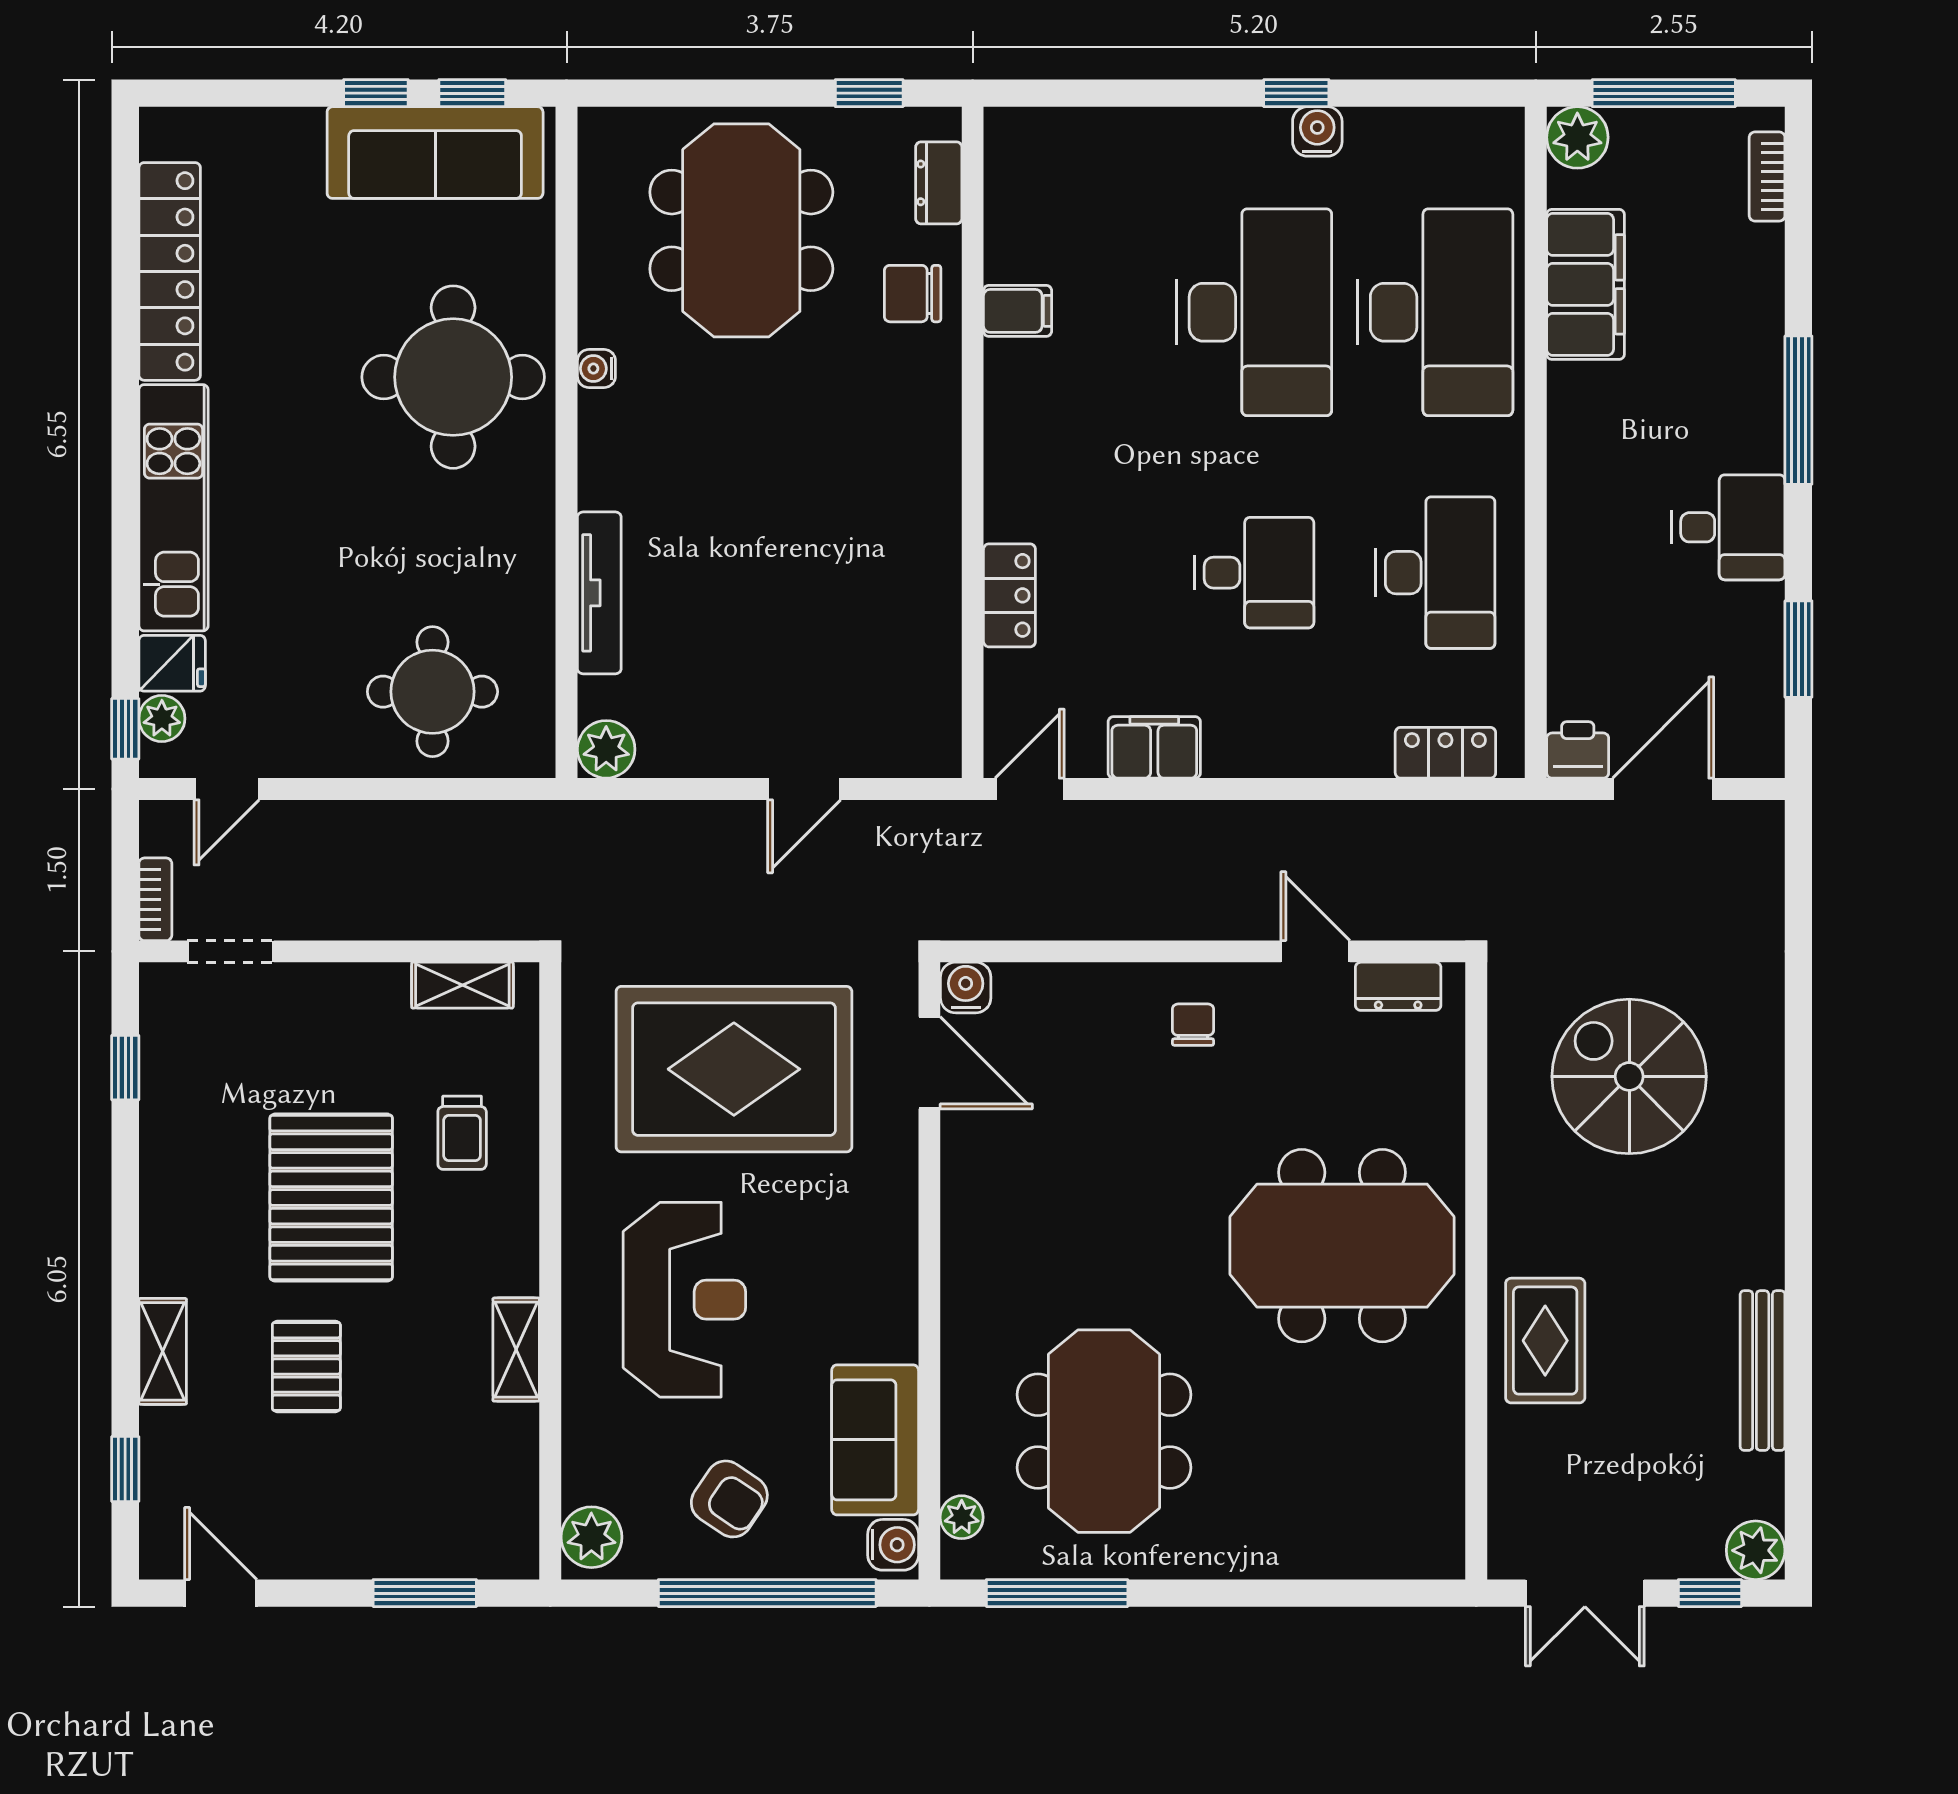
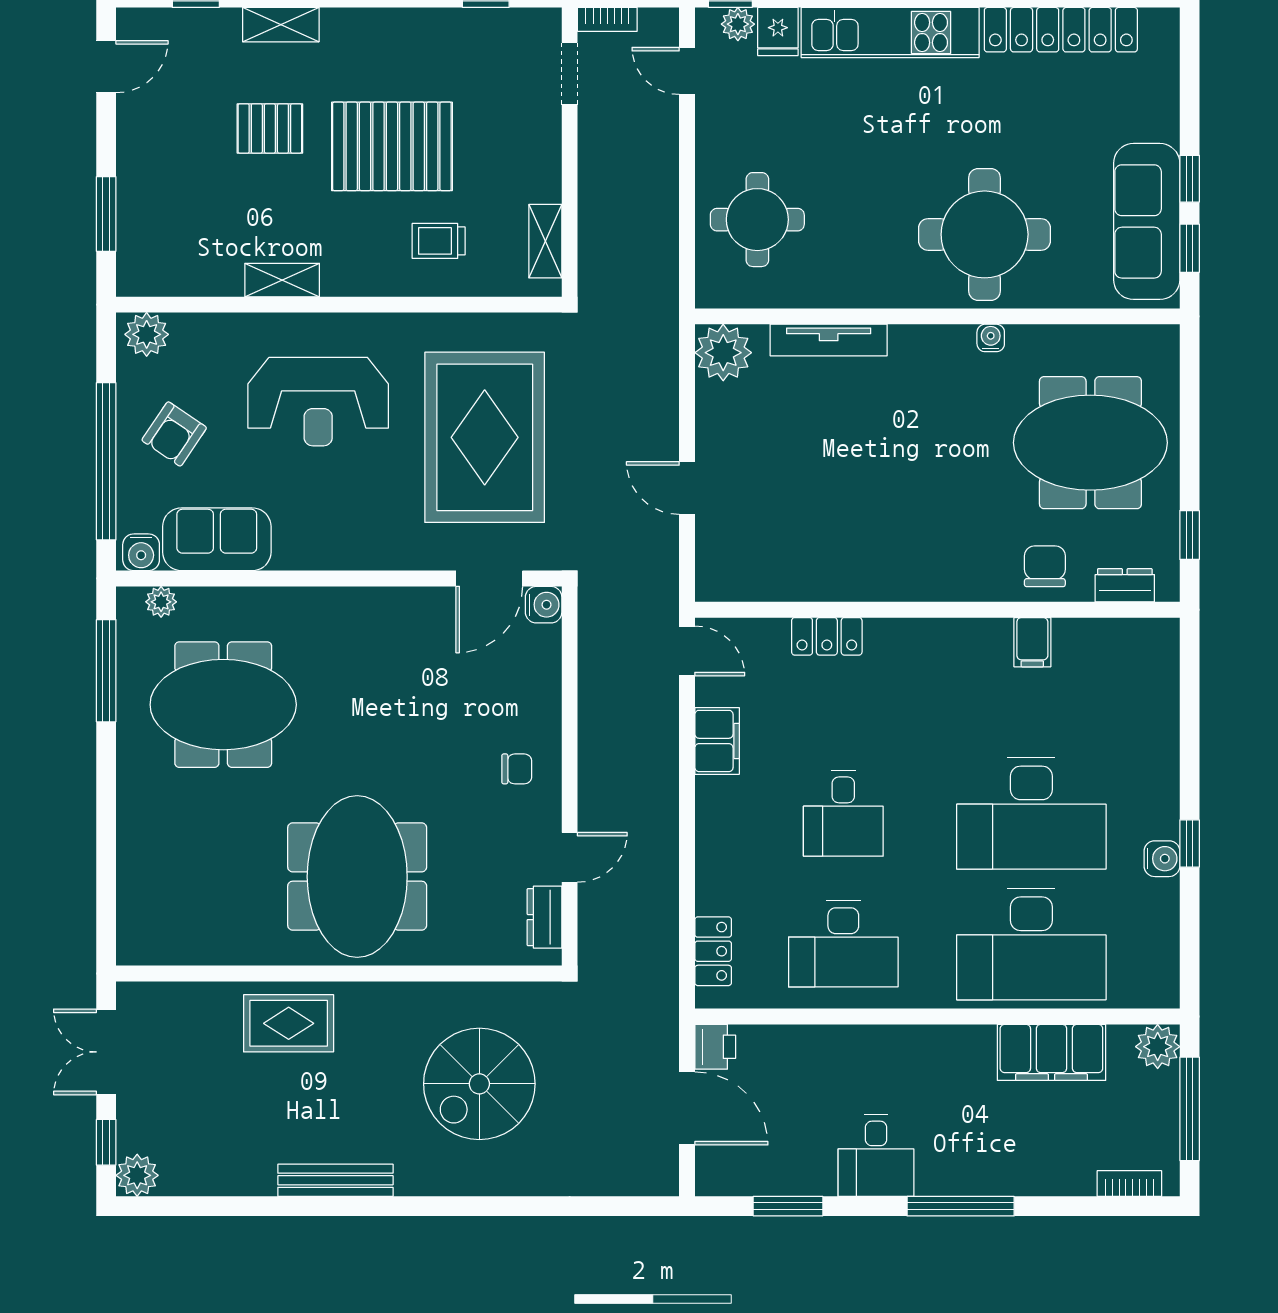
plant: (606, 749) -> (723, 353), width x1.36, depth x1.36
spiral stairs: (1629, 1076) -> (479, 1084), turned 180
bench: (1763, 1371) -> (335, 1180), moved

